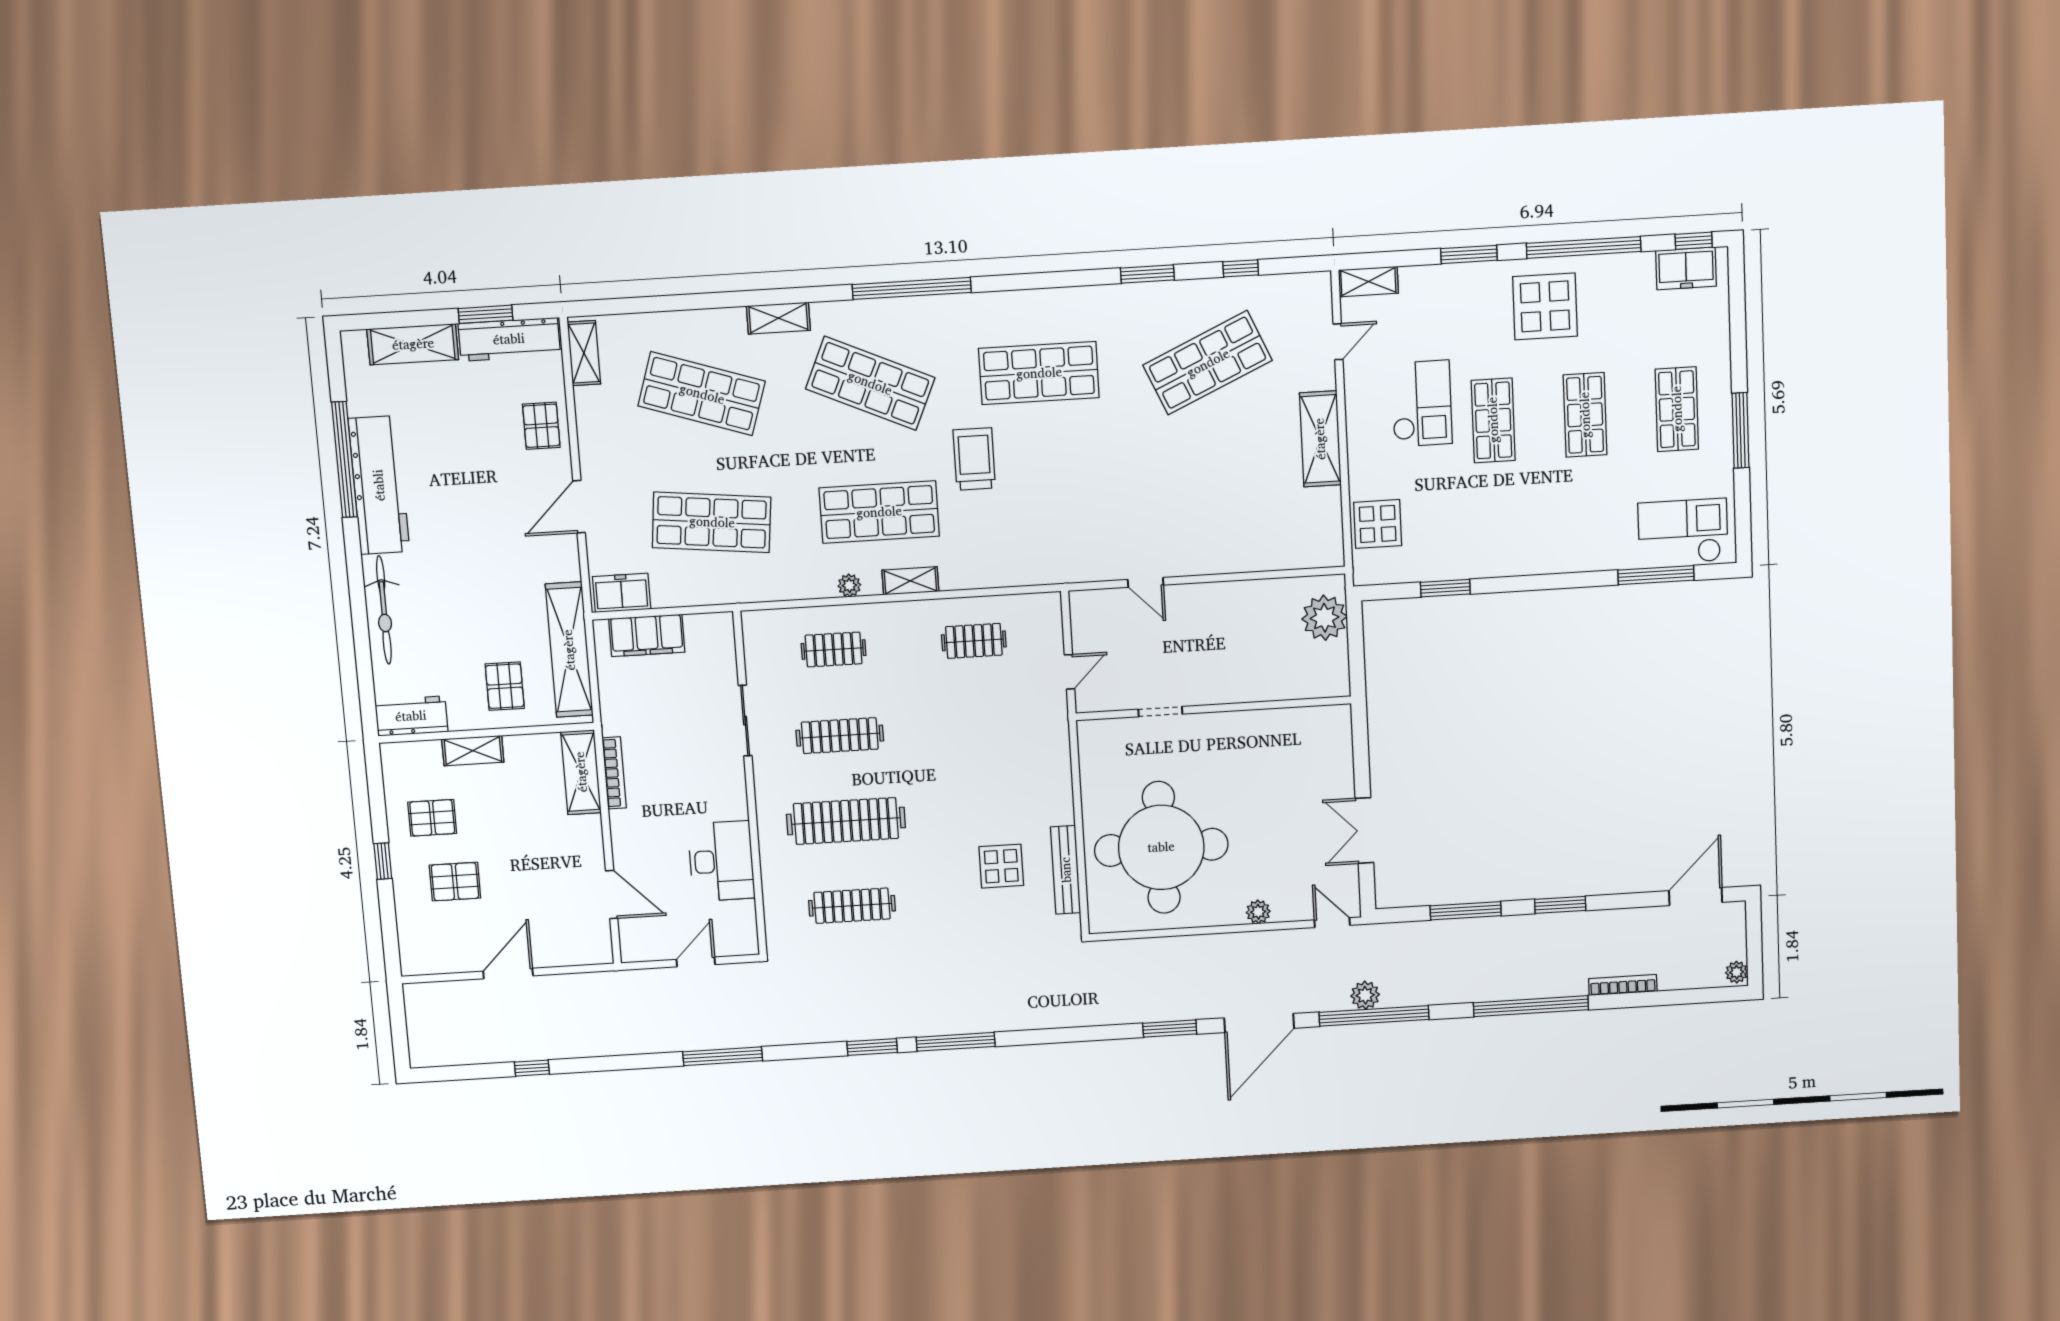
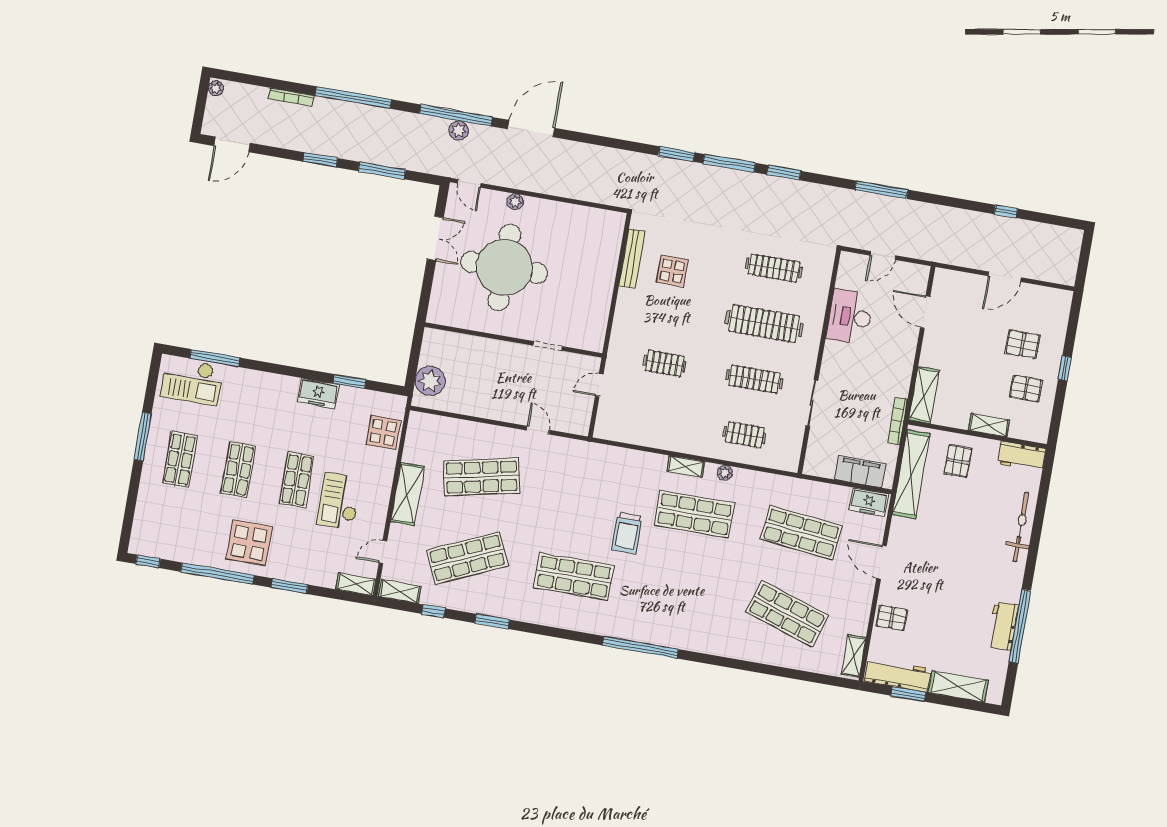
freezer: (1686, 268) -> (318, 393), moved, turned 180
shelving: (778, 318) -> (400, 591), moved
shop shelf: (870, 383) -> (481, 477), moved, turned -36
pallet: (541, 426) -> (892, 618), turned 90
workbench: (379, 485) -> (1003, 626), width x0.53, depth x0.76
door: (579, 507) -> (881, 562), swing flipped
clothes rail: (974, 641) -> (665, 363), moved
bookcase: (614, 773) -> (898, 421), moved
round table: (1161, 847) -> (504, 268), moved
window: (1170, 1029) -> (676, 154), moved

